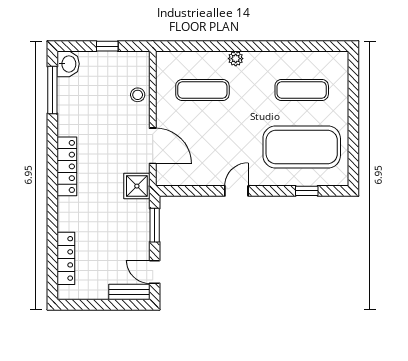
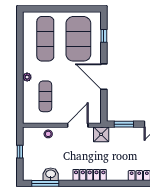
washbasin: (68, 64) -> (51, 174), moved
exercise mat: (302, 90) -> (45, 39), width x1.36, depth x1.45
door: (236, 191) -> (104, 77), width x1.87

